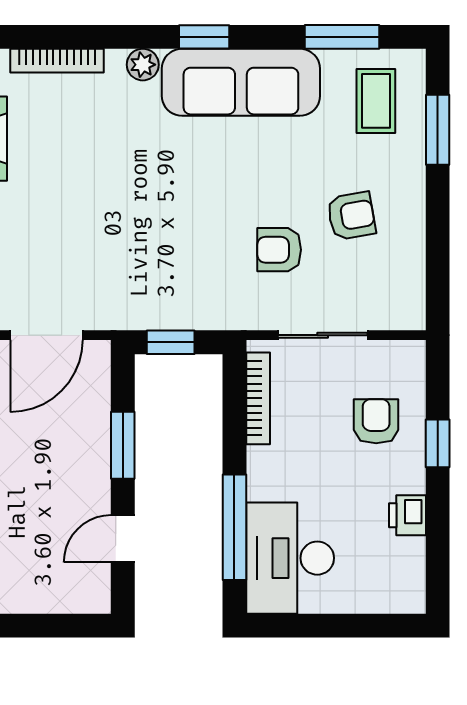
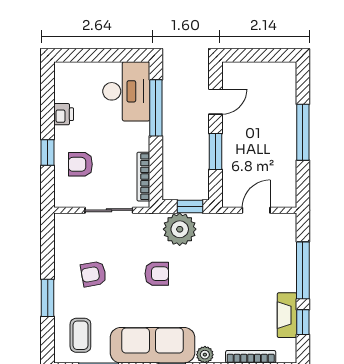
window: (438, 130) -> (48, 298), moved
armchair: (279, 250) -> (157, 274), moved
plant: (190, 300) -> (180, 229), added
door: (46, 335) -> (256, 210), width x0.73
armchair: (376, 421) -> (80, 164), turned 90

